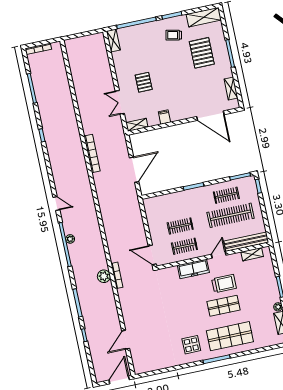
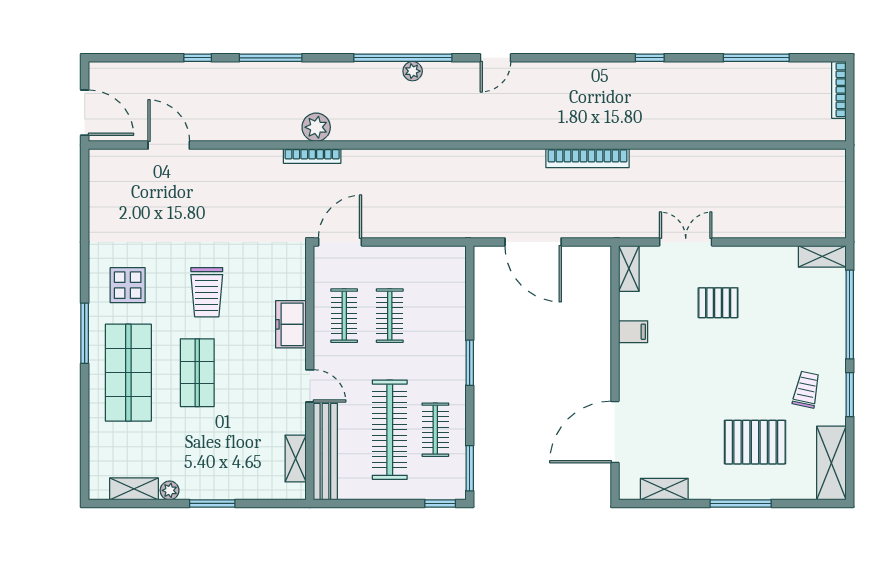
freezer: (193, 269) -> (291, 324), width x0.71
trolley: (224, 284) -> (207, 292), moved

